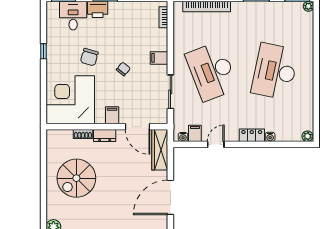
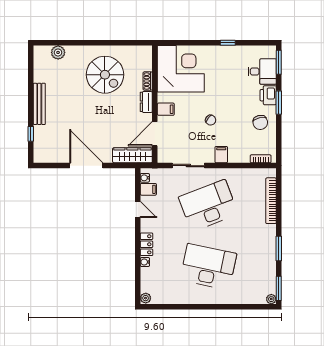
chair: (89, 57) -> (260, 122), moved, turned -119
spiral stairs: (76, 178) -> (105, 75), turned 180

